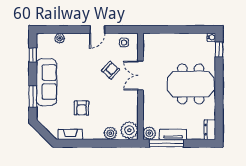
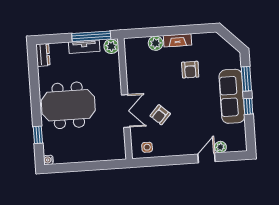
door: (97, 30) -> (206, 158), moved
window: (219, 49) -> (38, 135), moved
window: (33, 55) -> (248, 106), moved
armchair: (82, 108) -> (190, 70), turned 180
plant: (129, 130) -> (134, 48), removed
fireplace: (70, 134) -> (177, 40), moved

